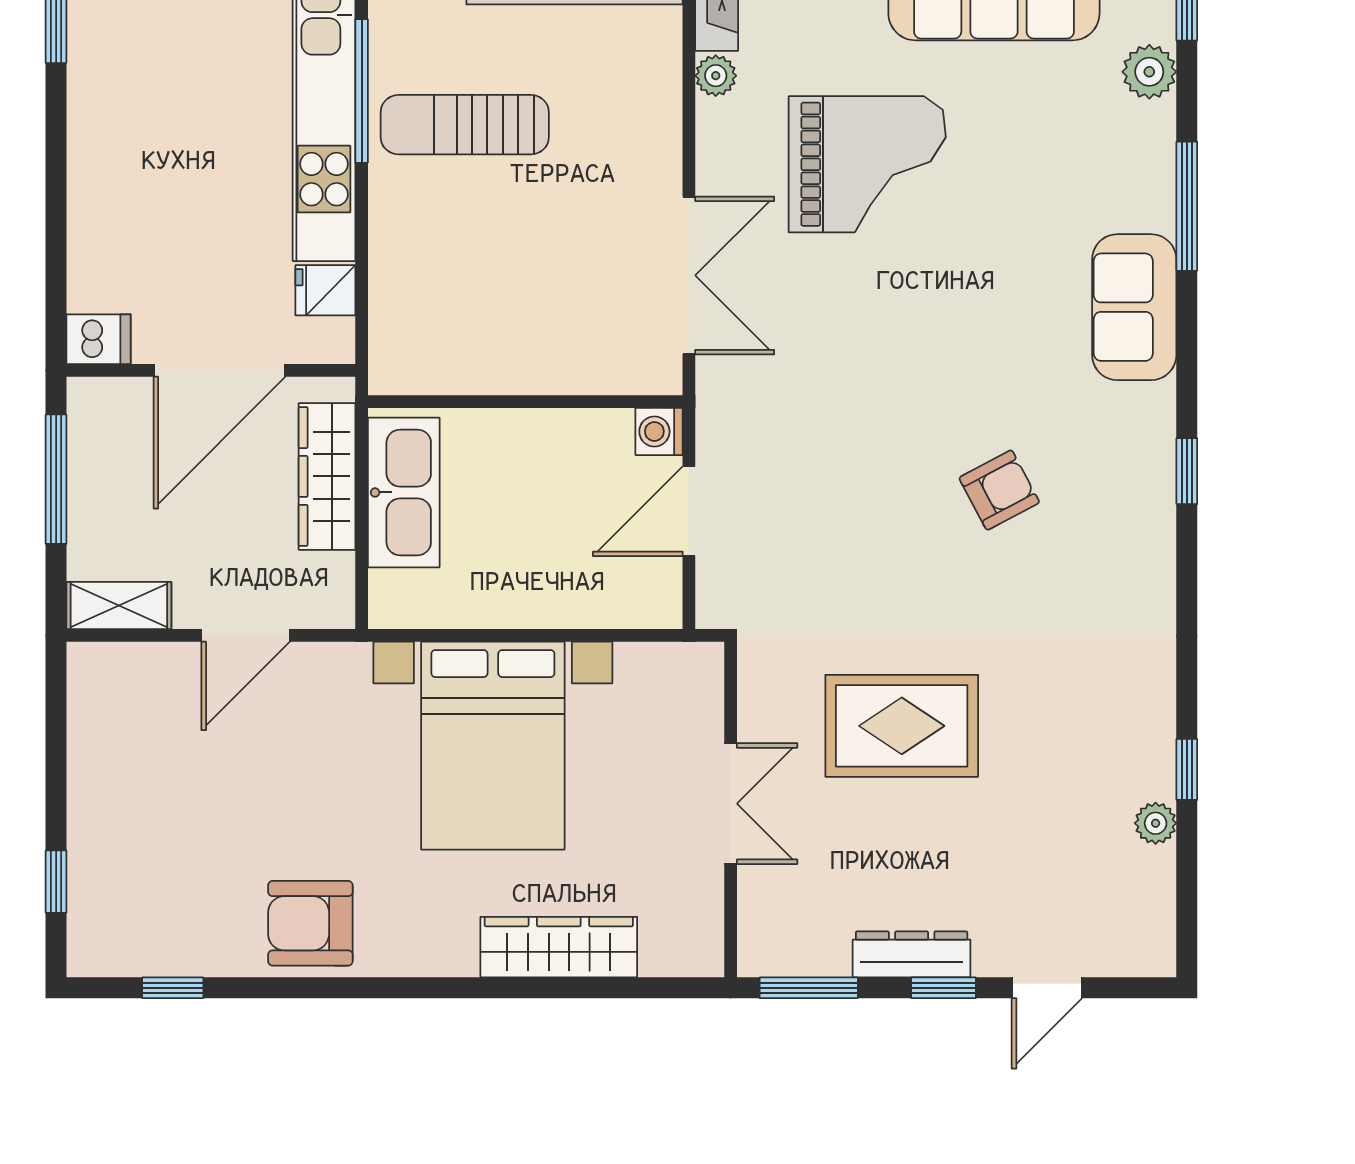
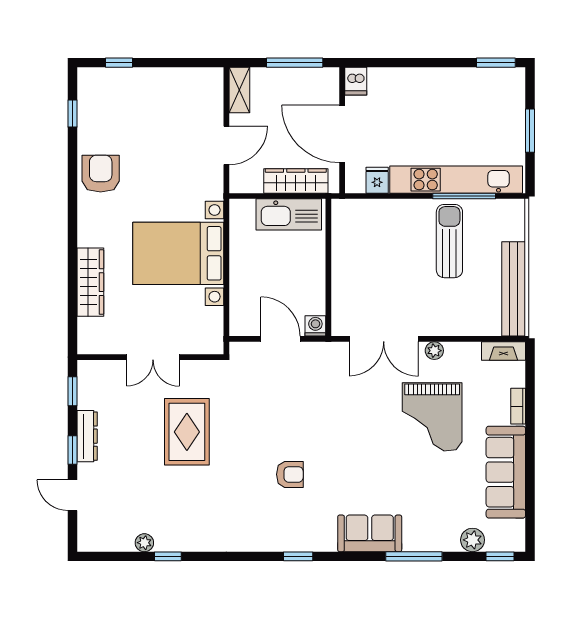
plant: (716, 76) -> (434, 351), moved
armchair: (999, 490) -> (290, 474), turned -62
door: (246, 635) -> (226, 145), swing flipped
window: (809, 988) -> (73, 391), width x0.67

